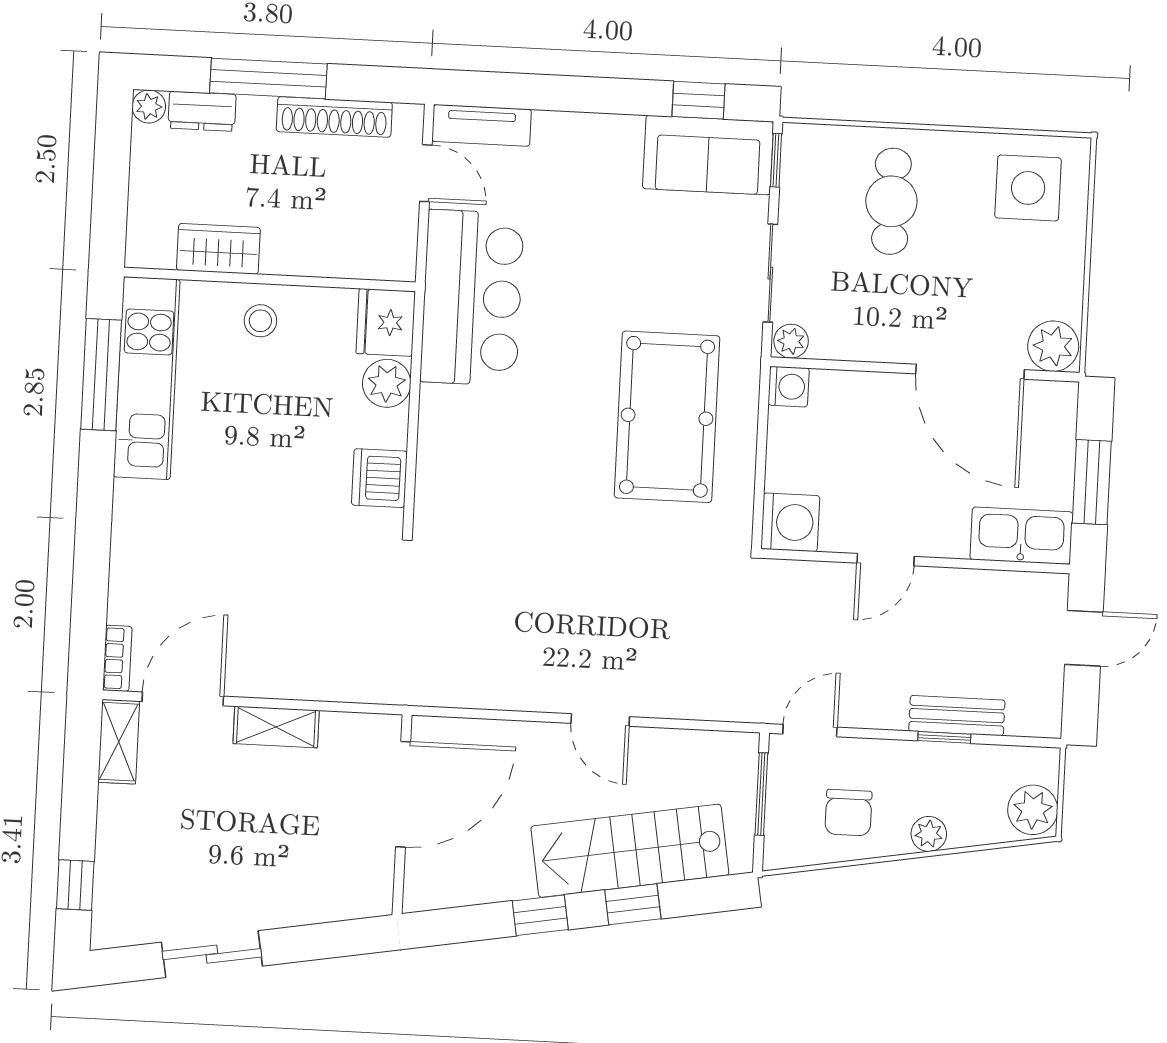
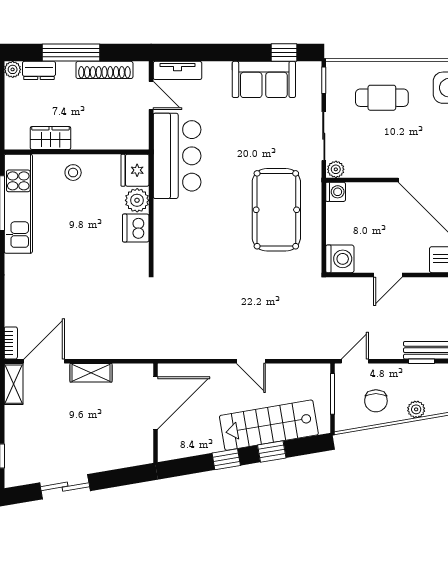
sofa: (708, 155) -> (264, 79), moved
cafe table: (891, 201) -> (382, 98), turned 90
dishwasher: (379, 478) -> (136, 228), moved

